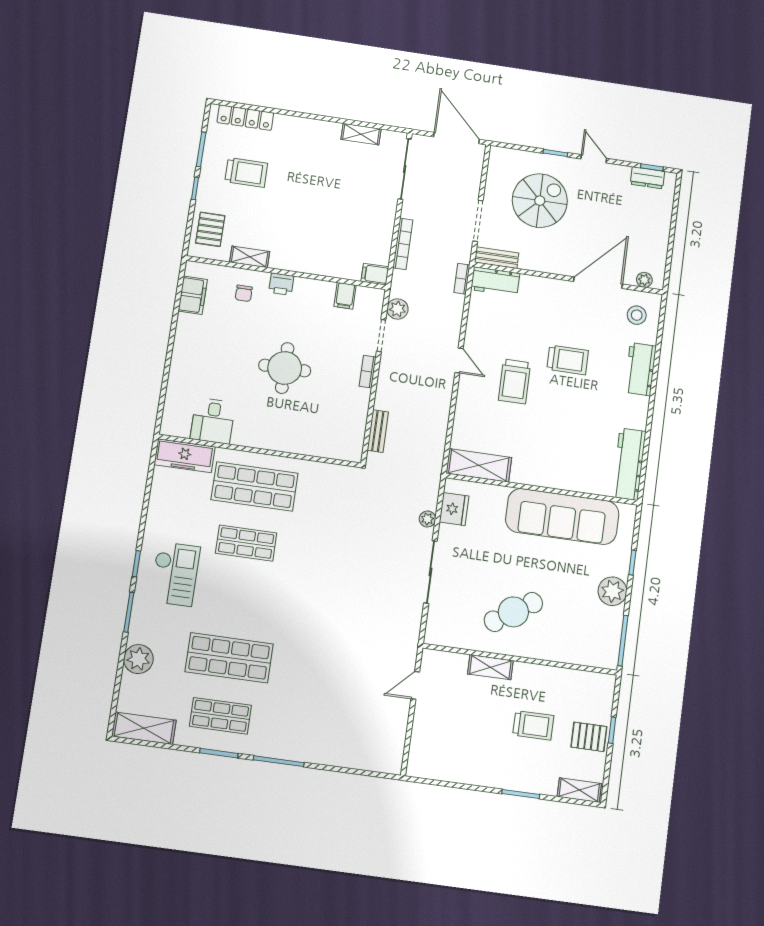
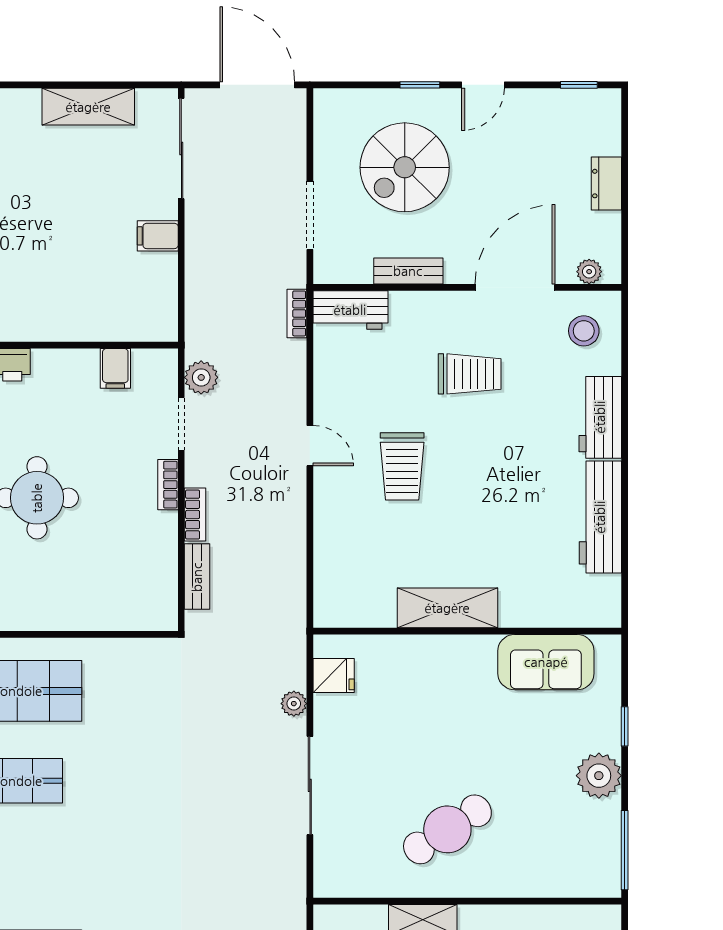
shelving: (361, 134) -> (88, 107), width x1.50, depth x1.33
door: (594, 159) -> (483, 85), swing flipped
dresser: (647, 178) -> (606, 184), moved, turned 90
spiral stairs: (540, 201) -> (405, 167), turned 180
bookcase: (403, 244) -> (195, 515), moved, width x0.64
bench: (497, 258) -> (408, 271), moved
filing cabinet: (375, 274) -> (158, 236), moved
trolley: (568, 360) -> (470, 374), moved
workbench: (629, 464) -> (600, 517), moved
shelving: (479, 465) -> (447, 608), moved
fridge: (454, 509) -> (334, 675), width x0.72
sofa: (562, 516) -> (546, 662), width x0.54, depth x0.79

